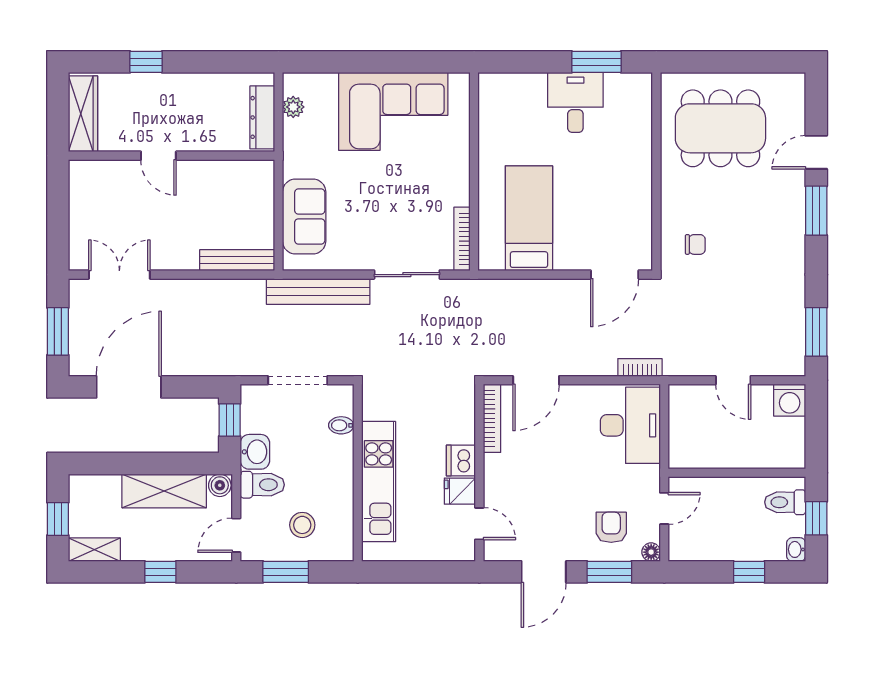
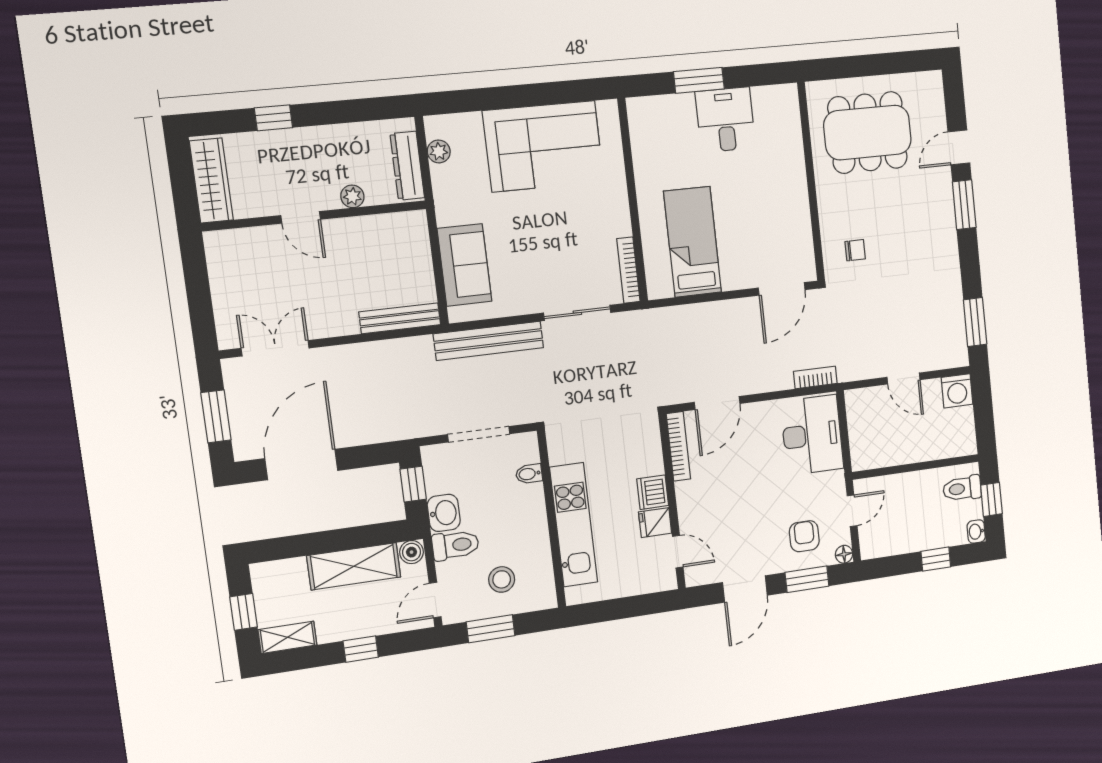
window: (596, 62) -> (699, 80), moved
plant: (208, 141) -> (352, 196), added

